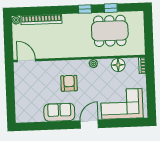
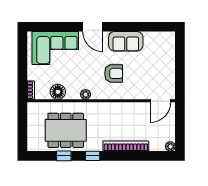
bookcase: (41, 20) -> (126, 146), moved
door: (26, 61) -> (160, 101), hinge flipped
armchair: (69, 83) -> (114, 73), turned -90
door: (89, 124) -> (93, 27), hinge flipped

